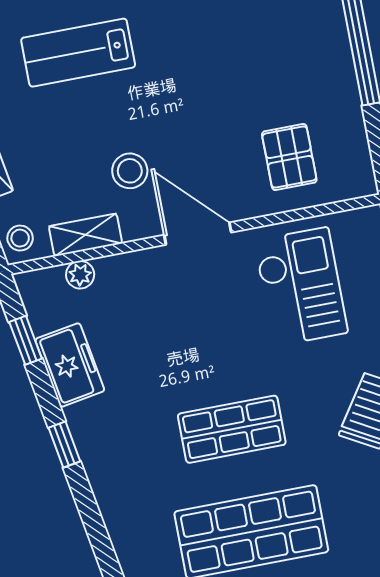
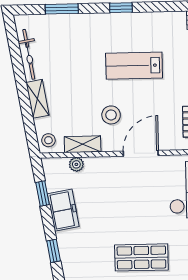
lab bench: (78, 53) -> (134, 66), moved
door: (198, 234) -> (141, 153), hinge flipped

